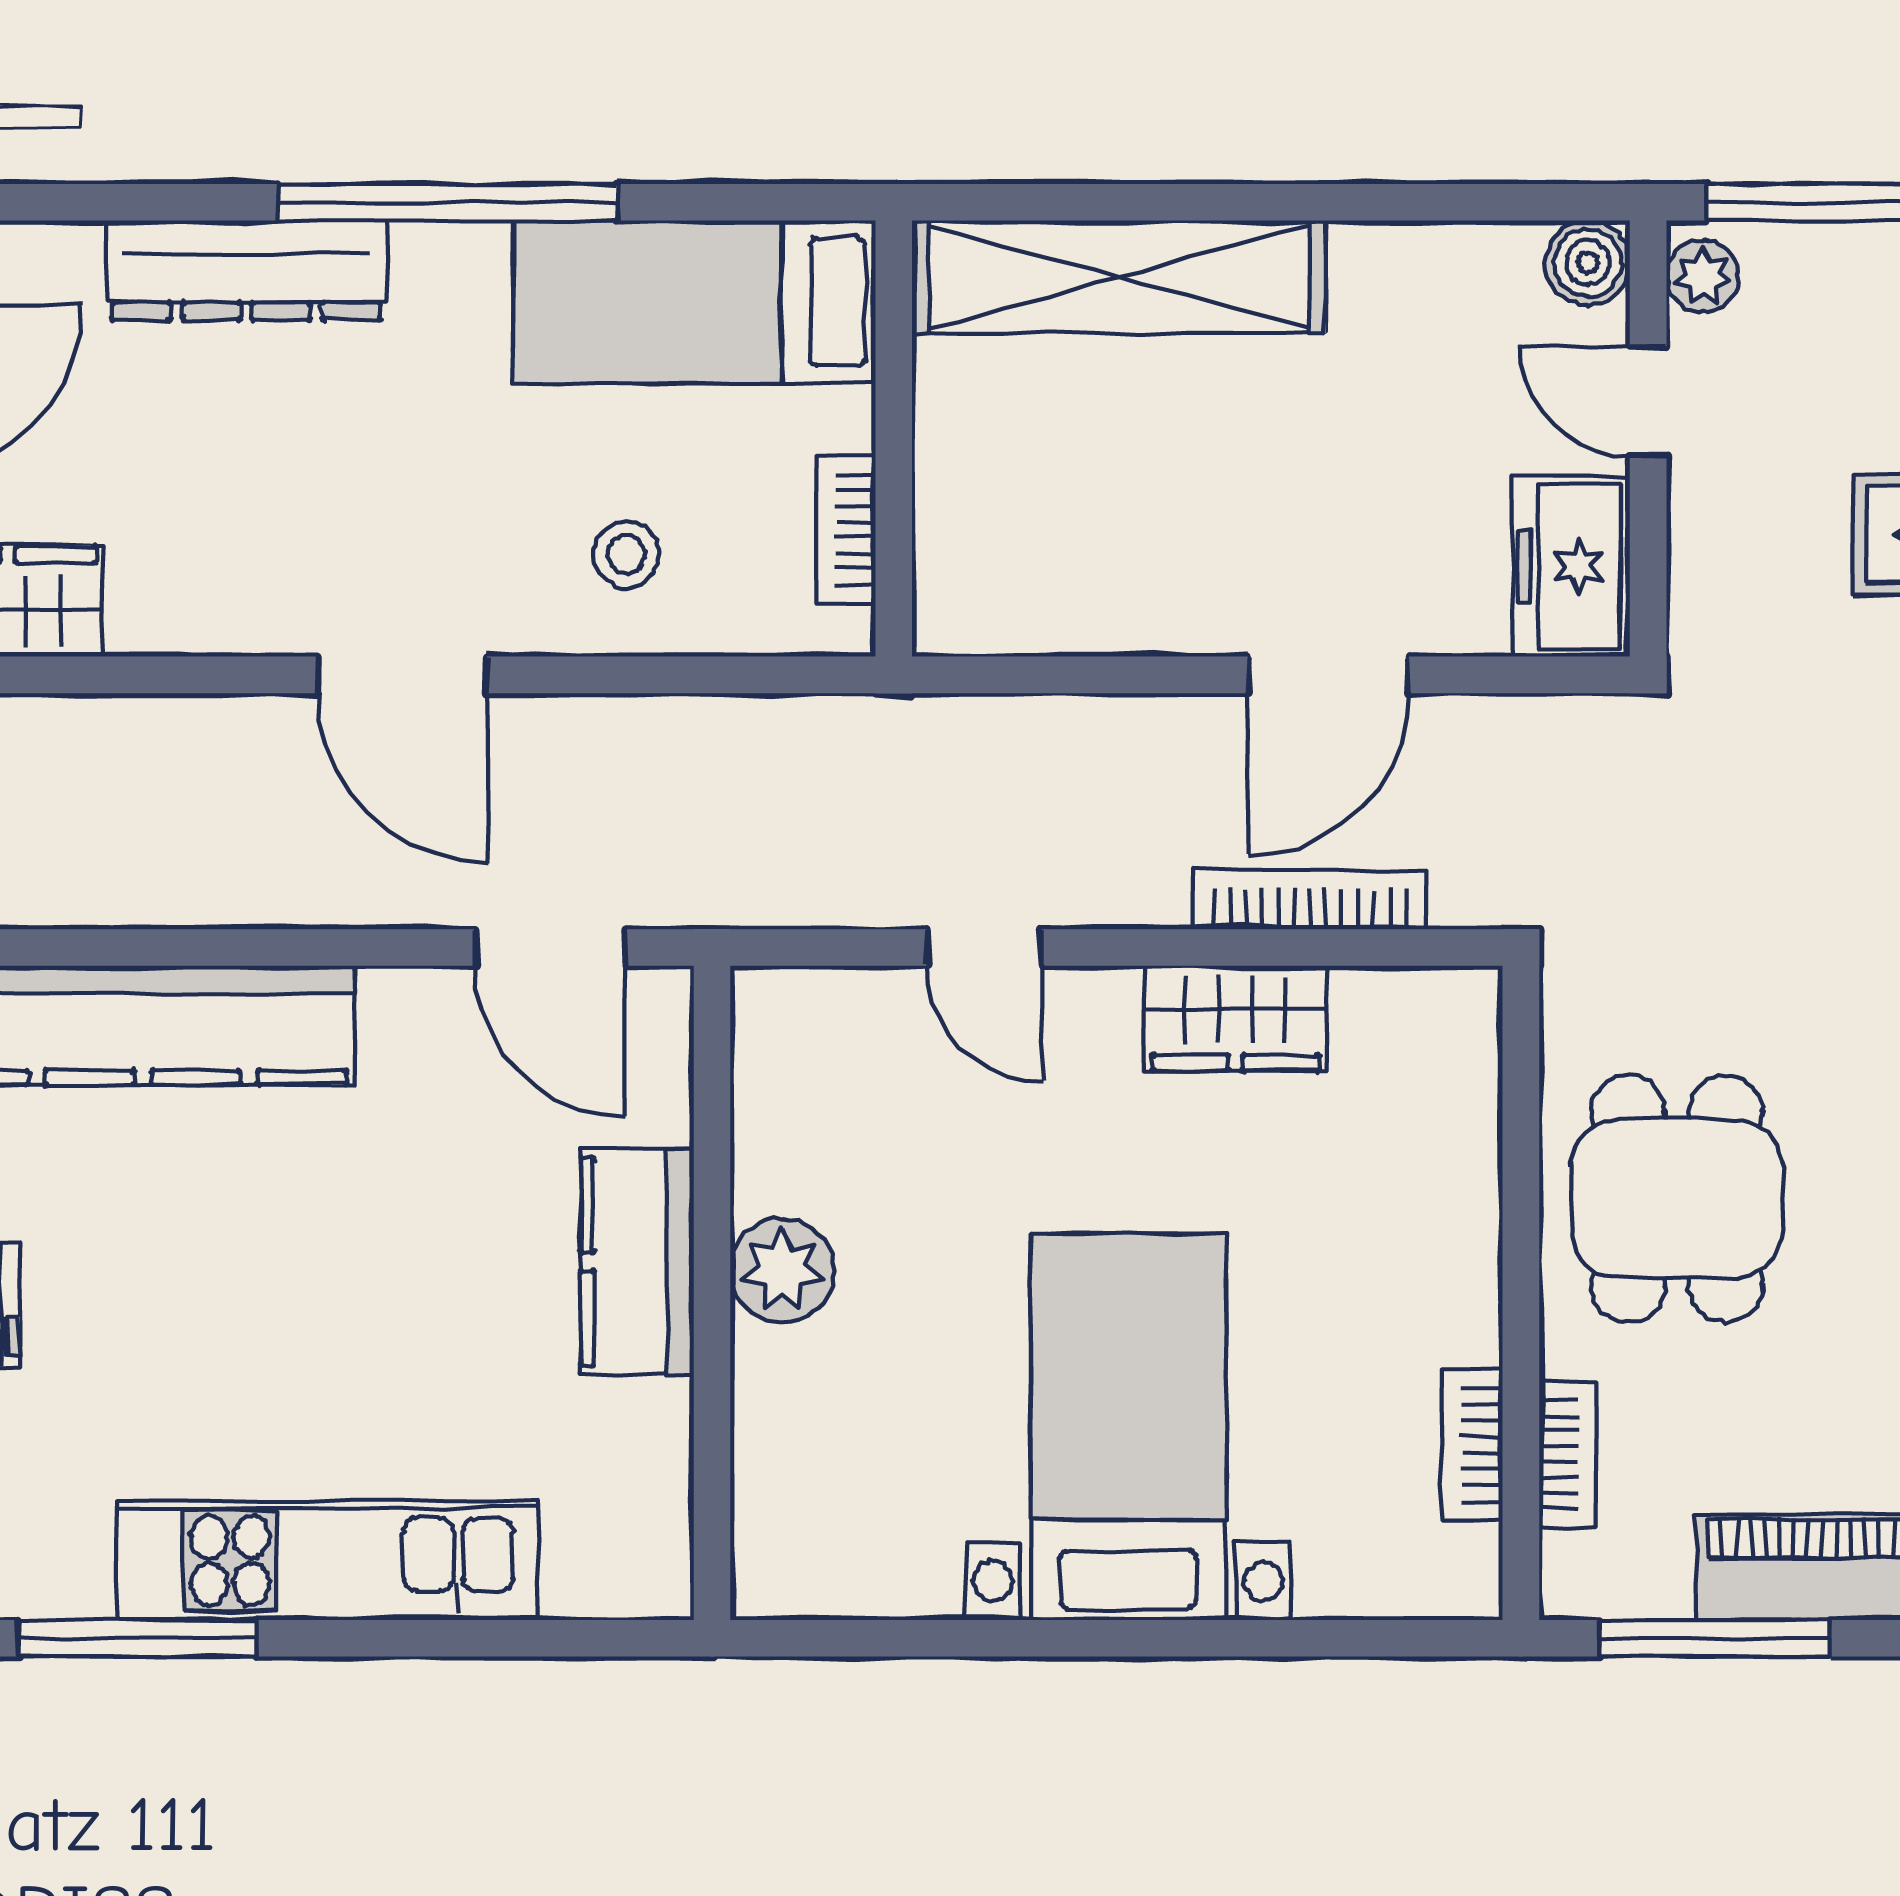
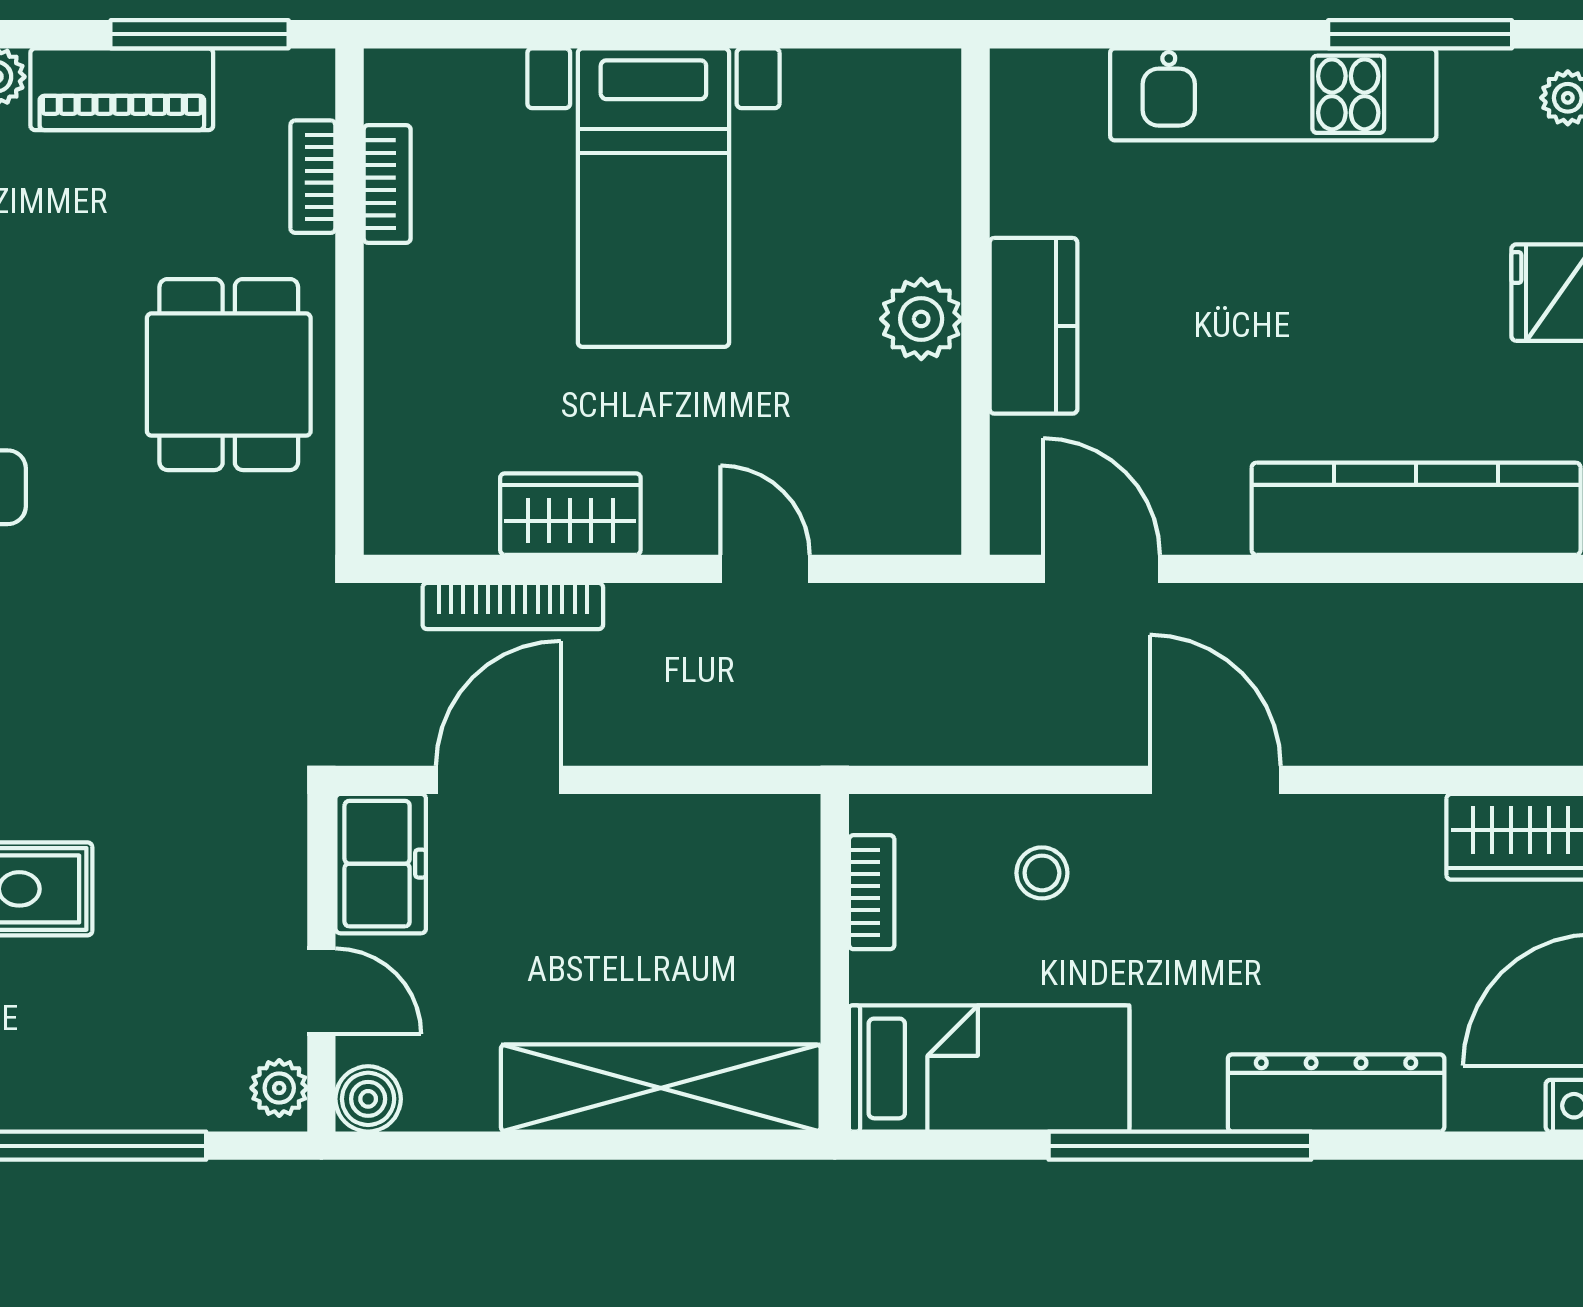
boiler: (1588, 263) -> (368, 1099), moved
plant: (1703, 277) -> (279, 1088), moved
door: (1648, 402) -> (321, 991), moved
wall: (1648, 439) -> (321, 963), moved
freezer: (1571, 567) -> (381, 864), moved

